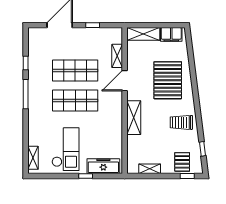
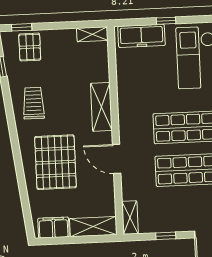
shelving: (117, 56) -> (130, 218), moved
door: (125, 81) -> (117, 159), swing flipped
trolley: (181, 122) -> (34, 103), turned -90
shelving: (150, 169) -> (92, 34), moved

